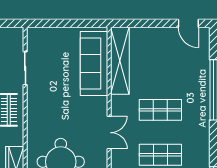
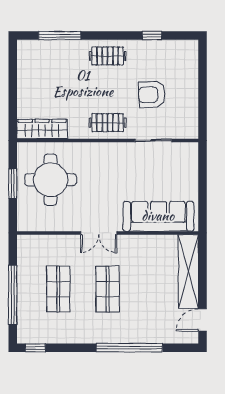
shelving: (120, 61) -> (188, 272), moved, turned 90
double door: (109, 133) -> (99, 233), moved

